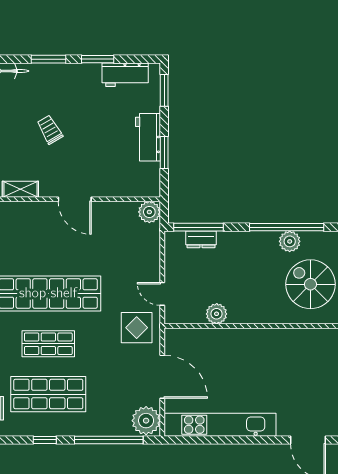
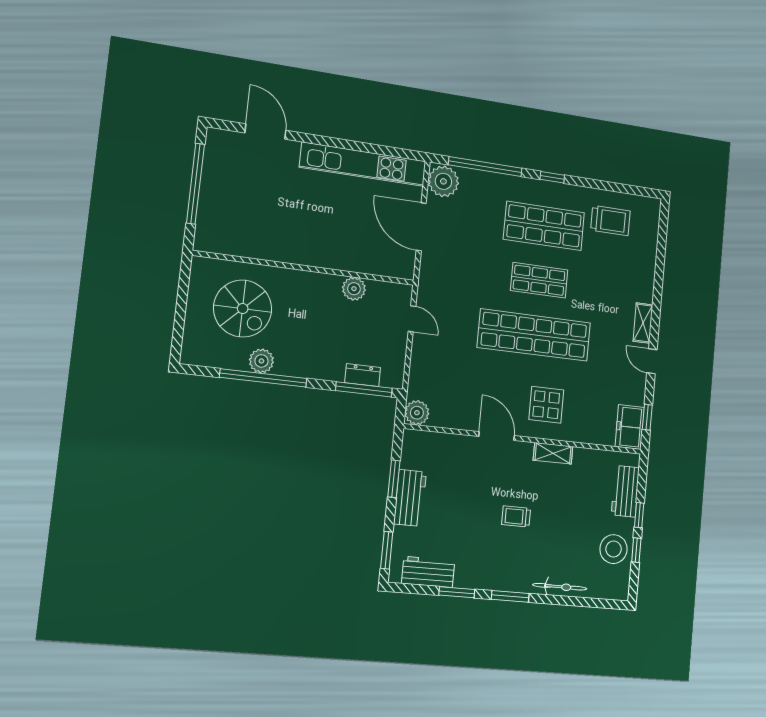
trolley: (50, 130) -> (516, 516), turned 120
display table: (137, 328) -> (546, 405), moved

